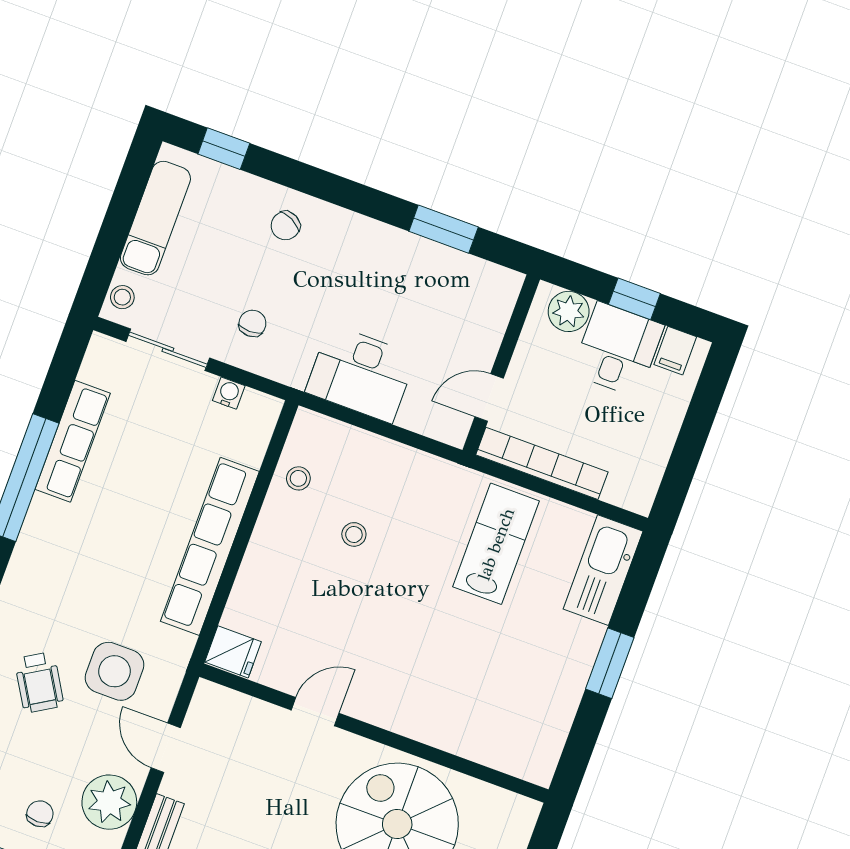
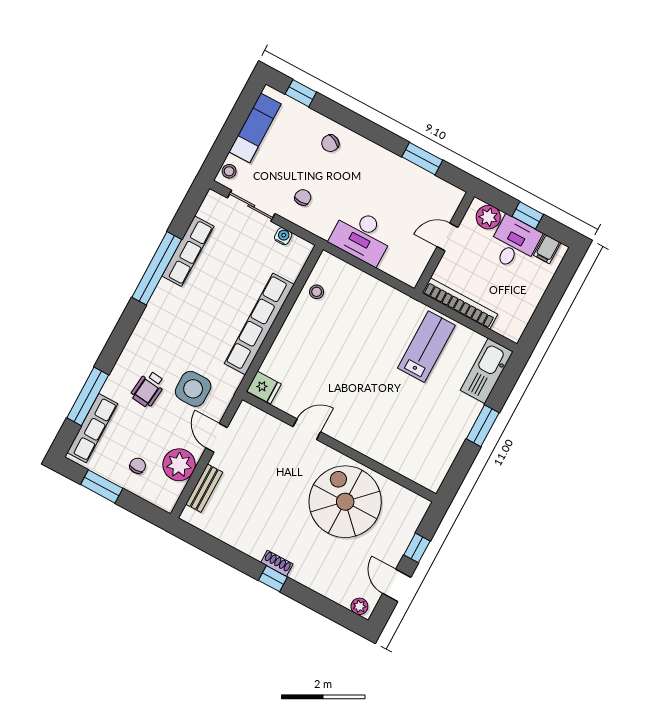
door: (489, 398) -> (447, 237), moved
stool: (354, 534) -> (344, 329), removed
wheelchair: (39, 682) -> (148, 389), turned 37

